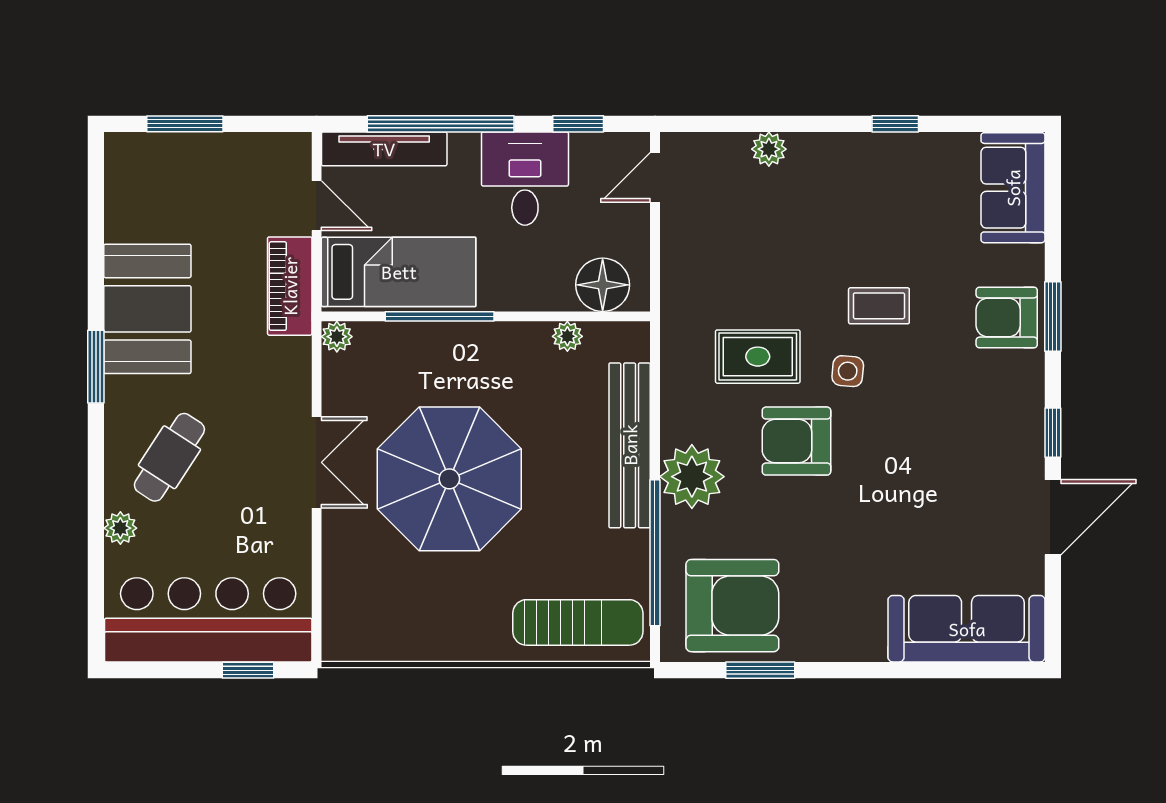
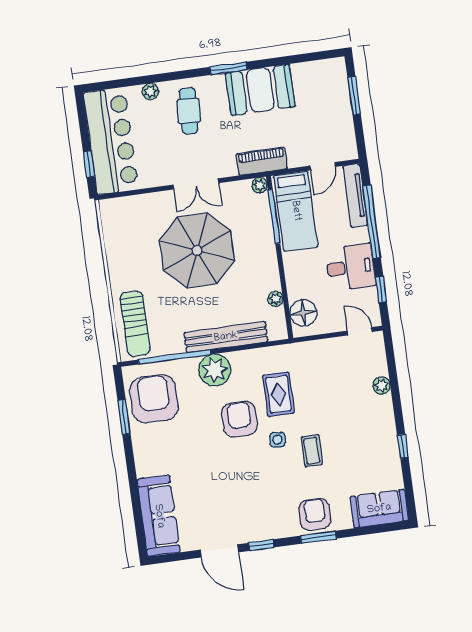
piano: (290, 286) -> (262, 161), moved
window: (440, 316) -> (274, 217), moved
cafe table: (169, 457) -> (189, 111), turned 61
armchair: (732, 606) -> (154, 399), turned 180

